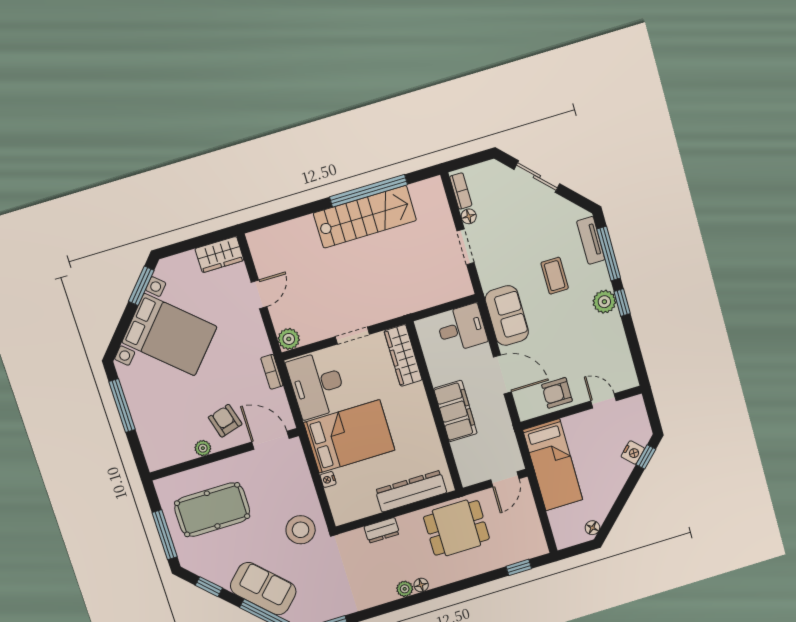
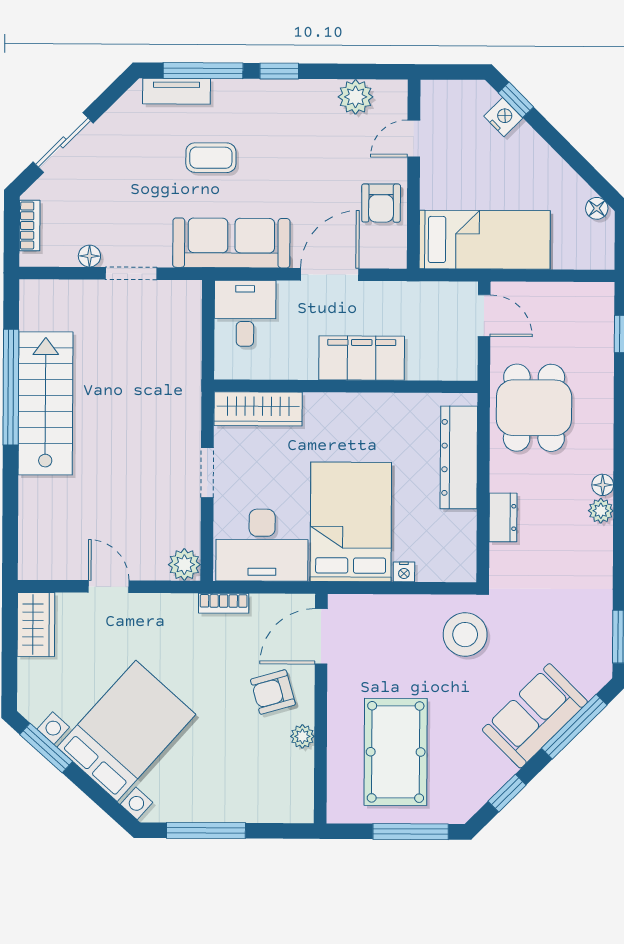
bookcase: (461, 191) -> (30, 226), moved, turned 90
plant: (604, 302) -> (356, 97), moved
sofa: (507, 316) -> (231, 243), width x1.36

